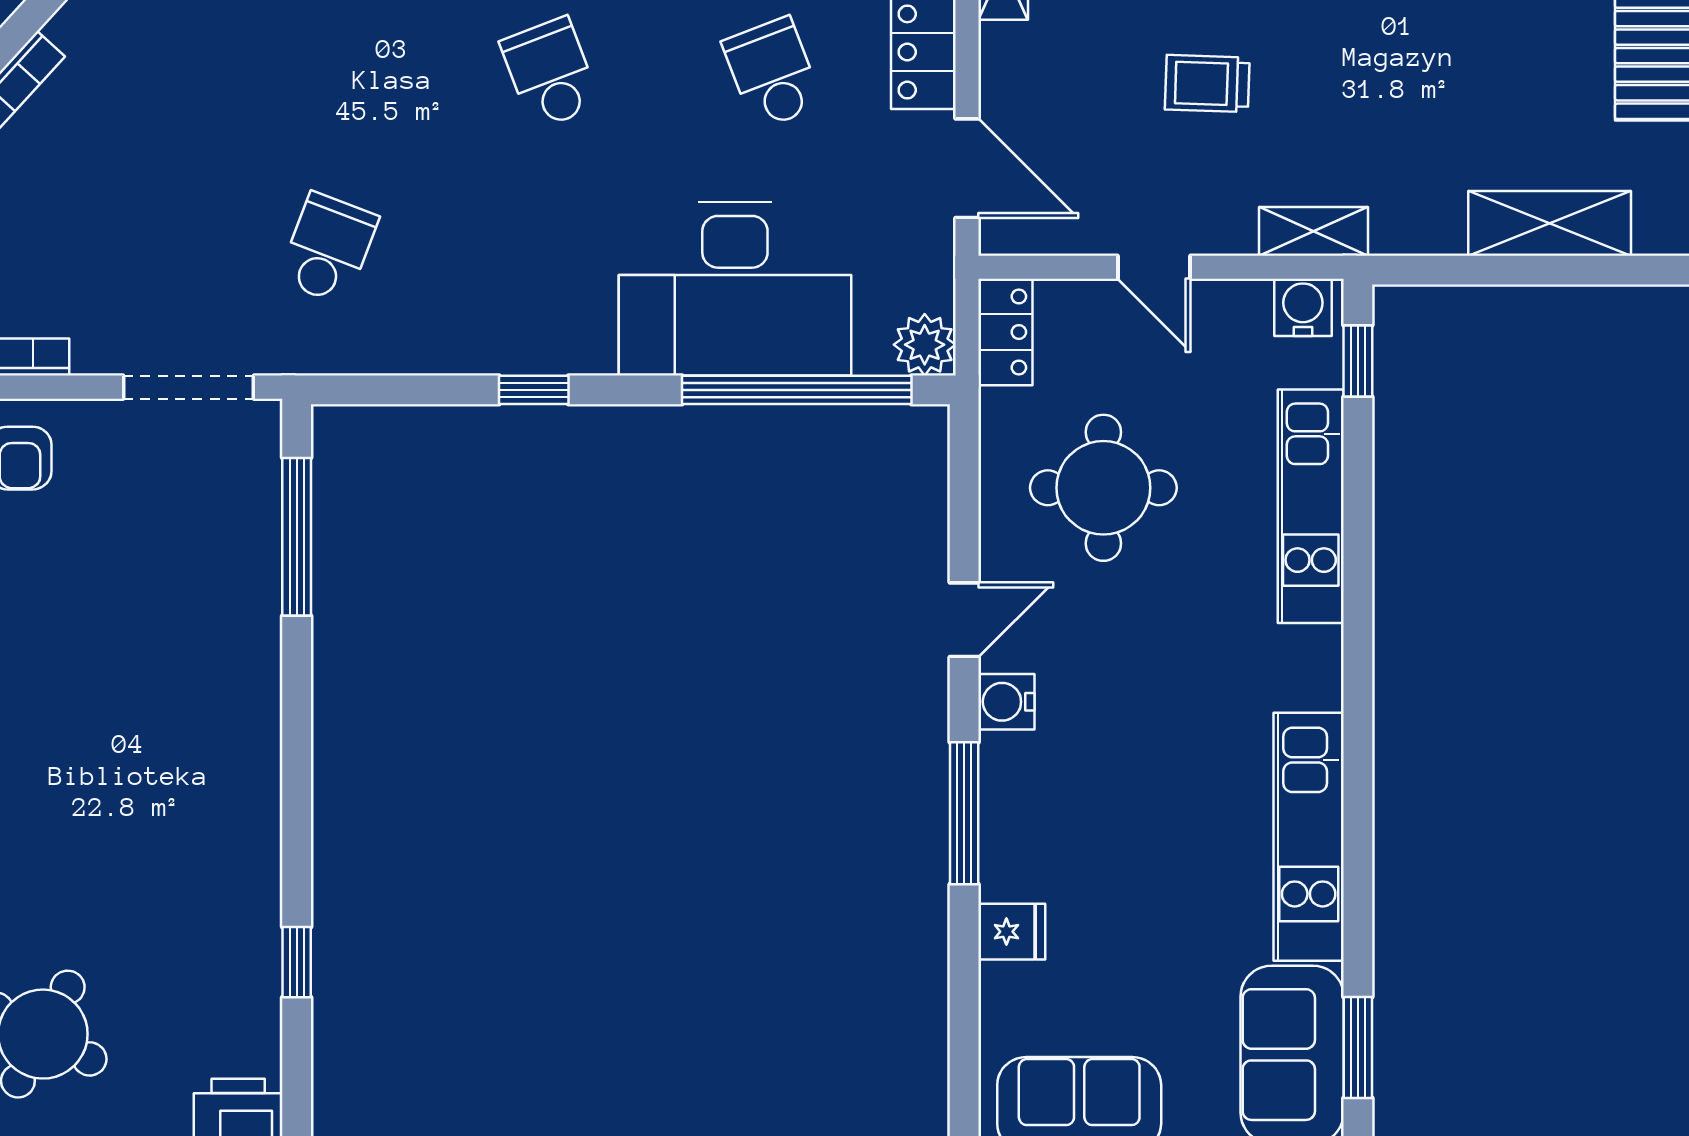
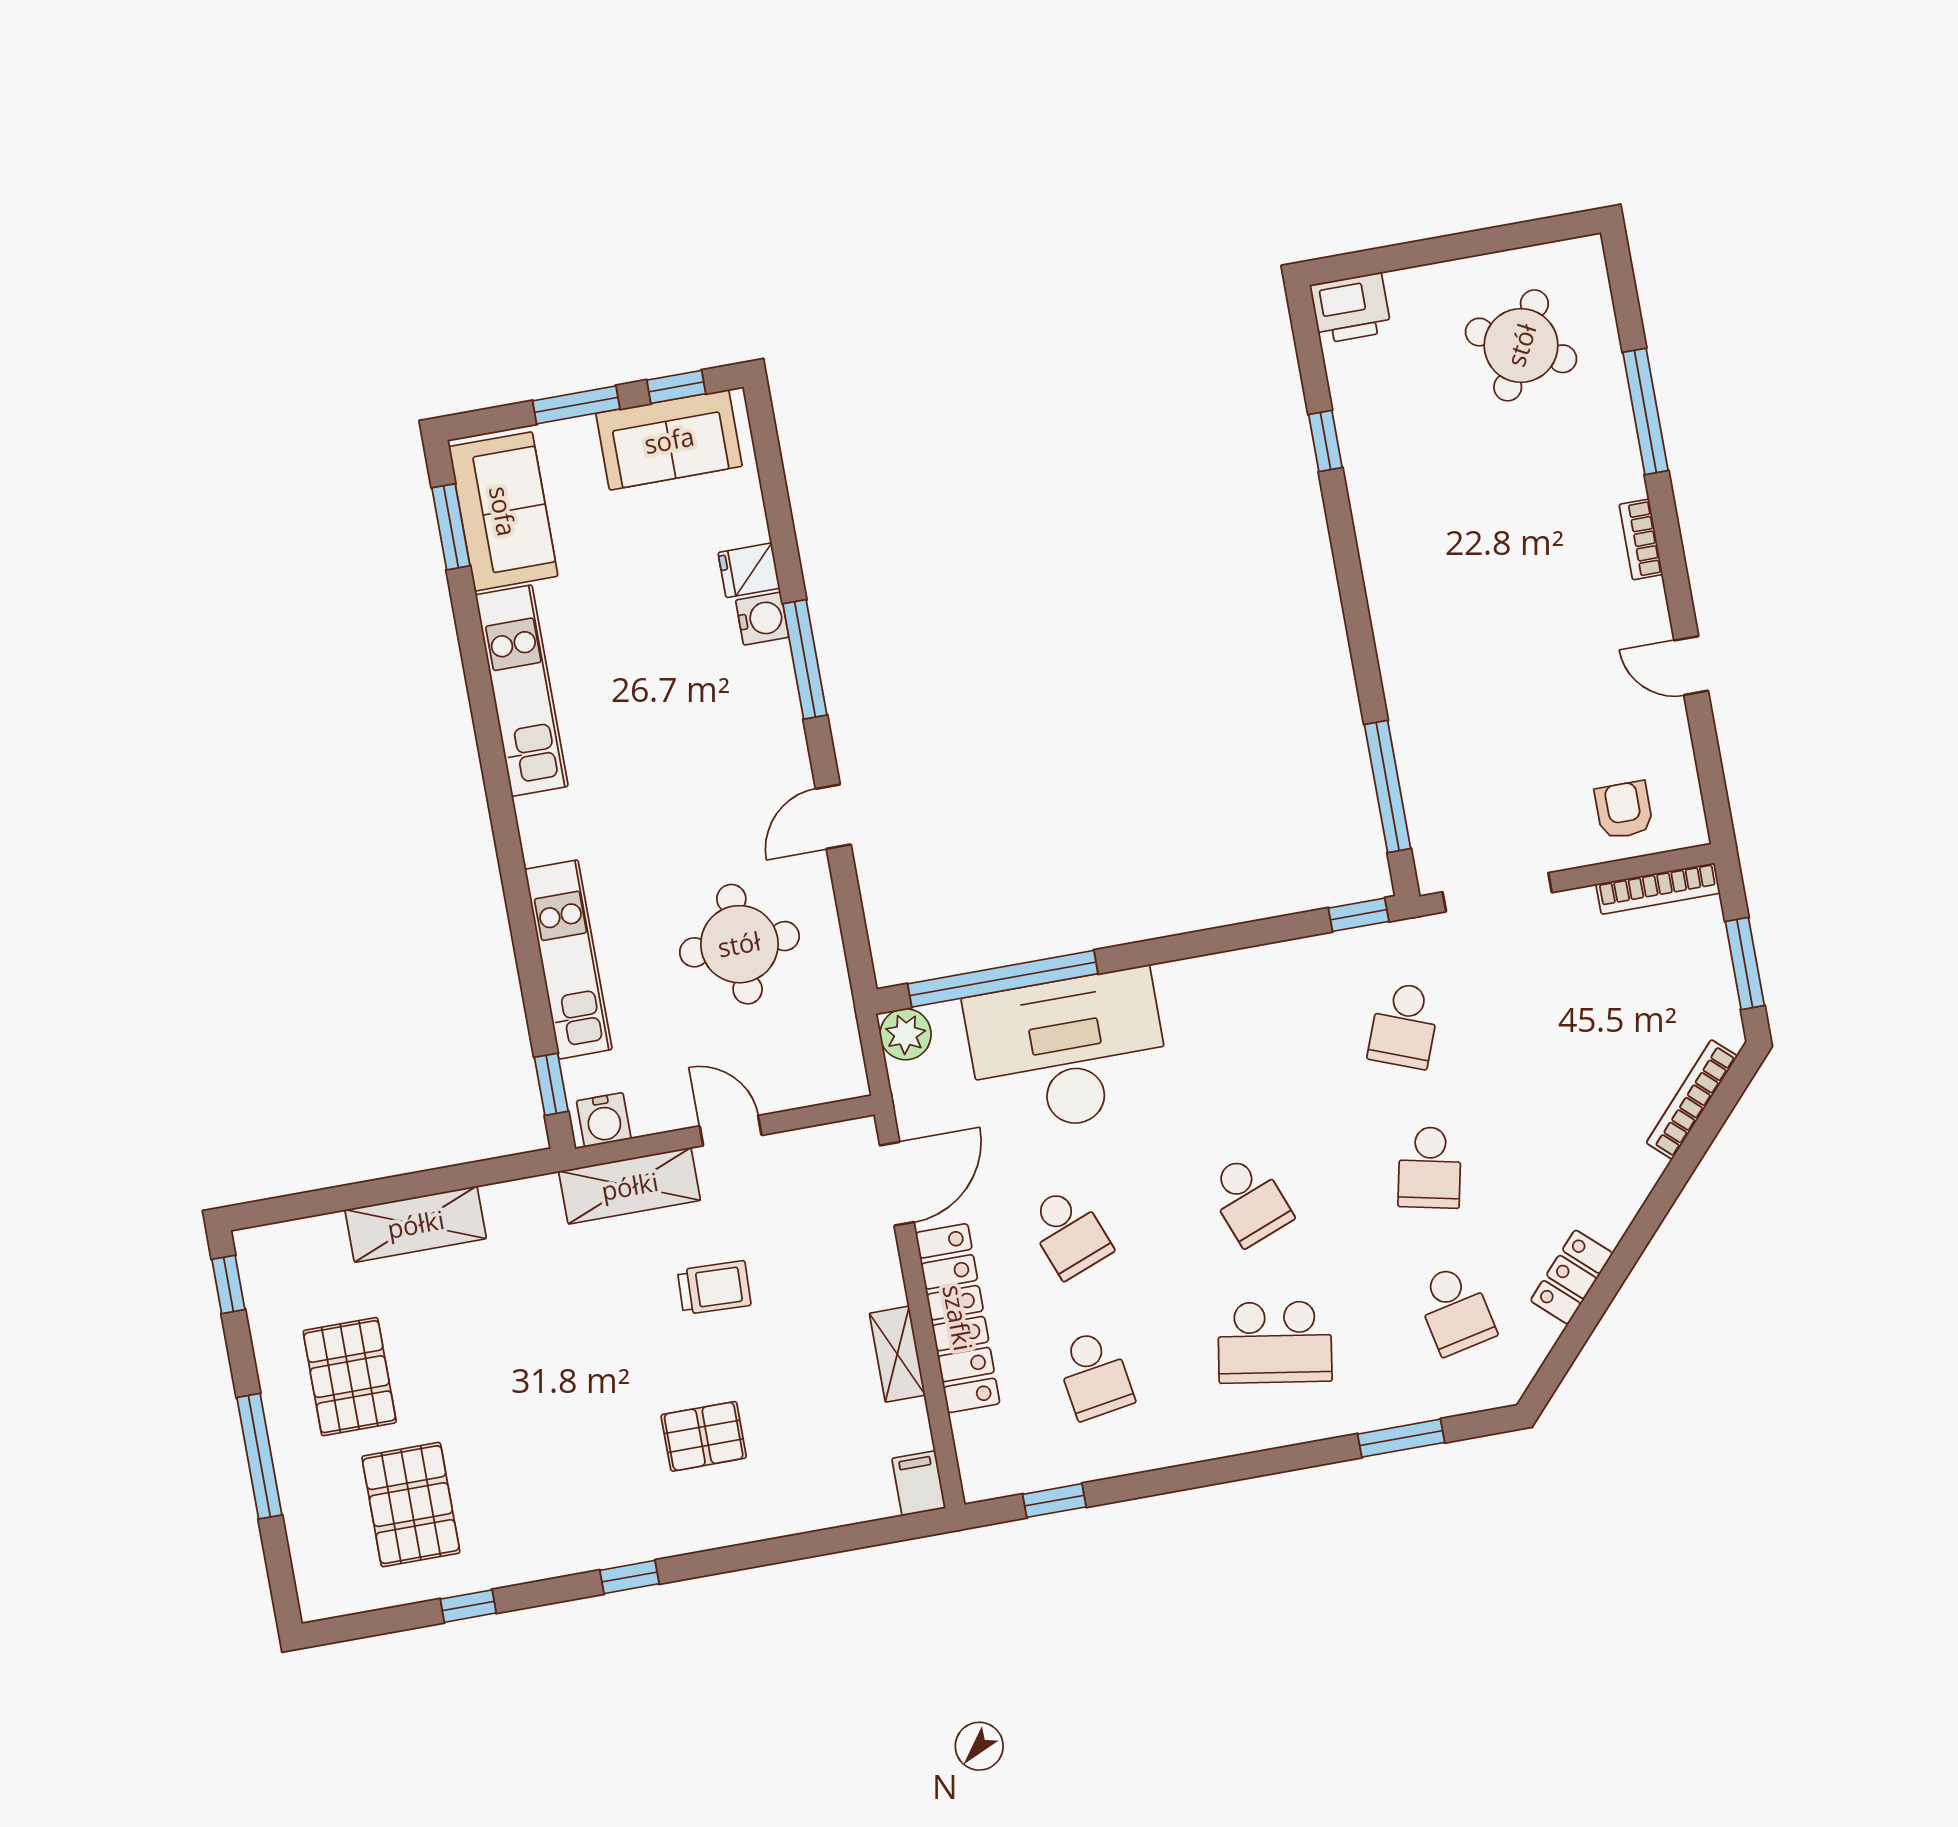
school desk: (328, 73) -> (1430, 1168), added
door: (967, 168) -> (897, 1184), swing flipped
shelving: (1313, 231) -> (630, 1186), width x1.50, depth x1.33
locker: (1005, 332) -> (842, 1056), removed
window: (534, 390) -> (1359, 915), moved
water cooler: (1006, 702) -> (762, 619), moved

